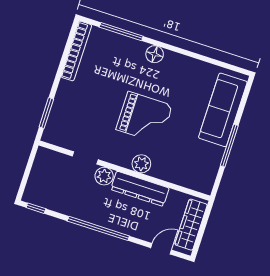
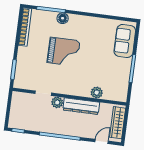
floor lamp: (155, 54) -> (63, 18), moved
sofa: (223, 110) -> (125, 41), width x0.73
grand piano: (144, 117) -> (64, 52), moved
plant: (141, 164) -> (97, 93), moved

